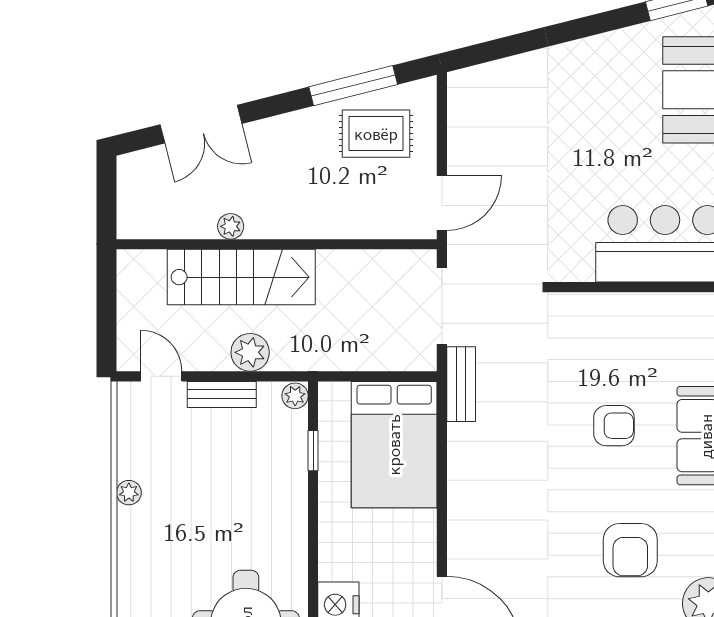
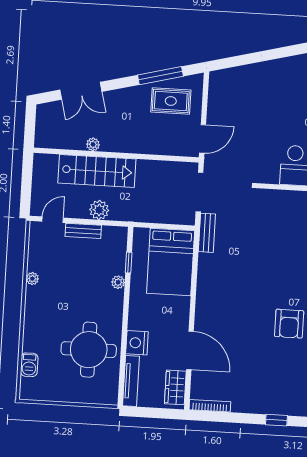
door: (161, 376) -> (53, 220), hinge flipped
plant: (295, 396) -> (118, 282), moved
armchair: (614, 426) -> (285, 259), removed

